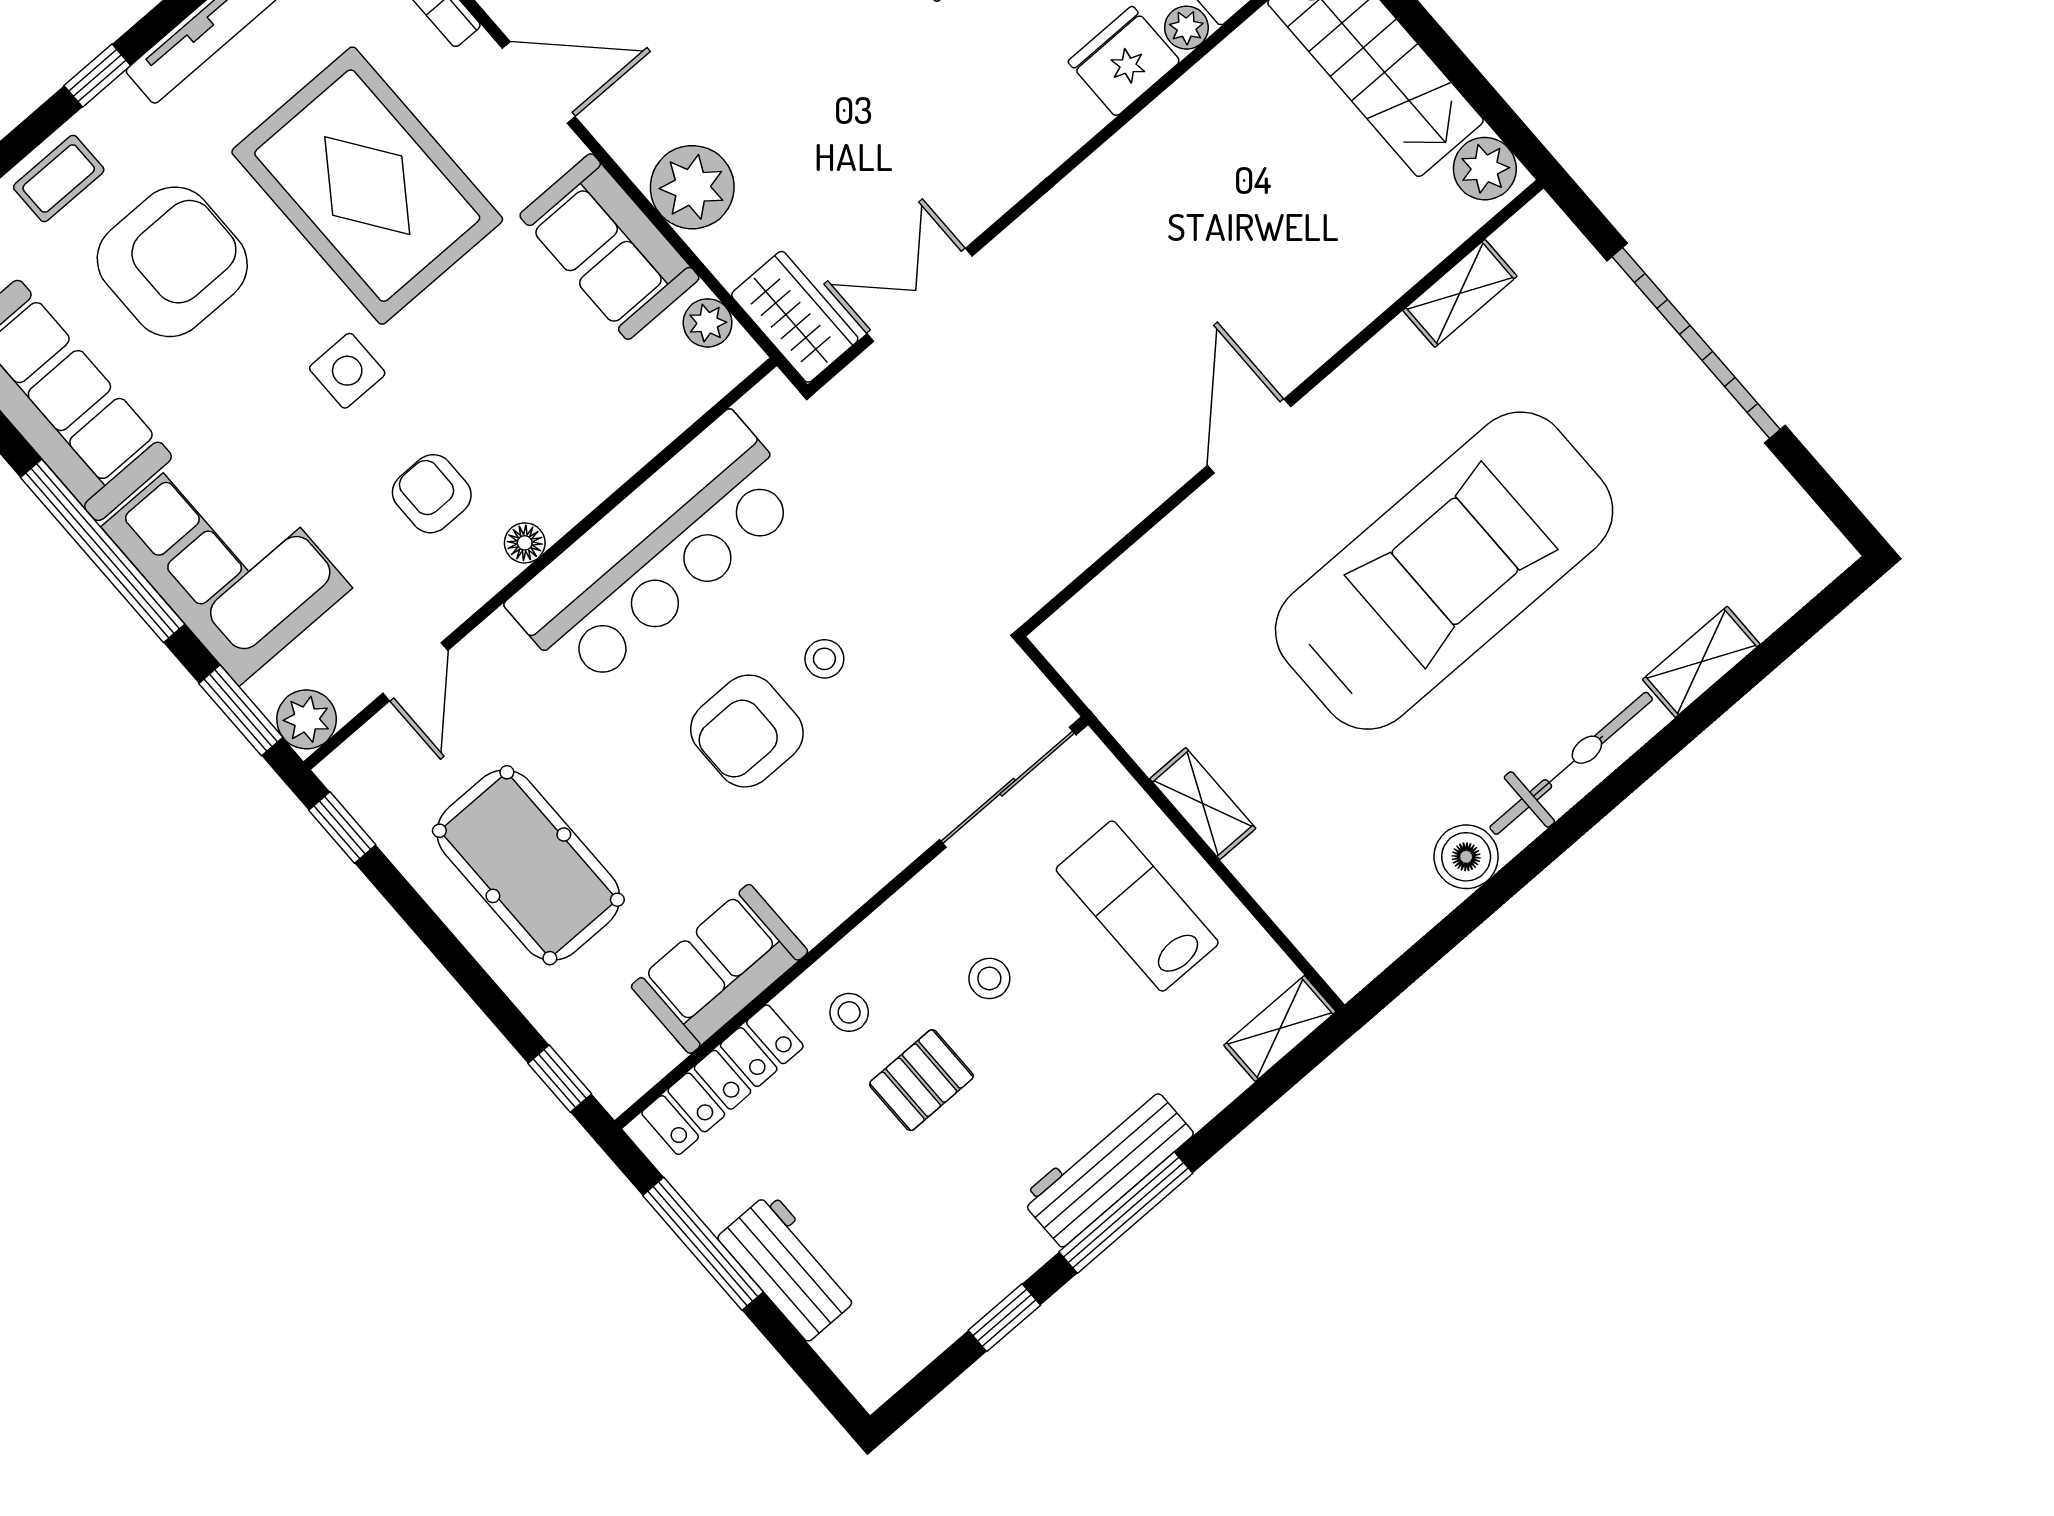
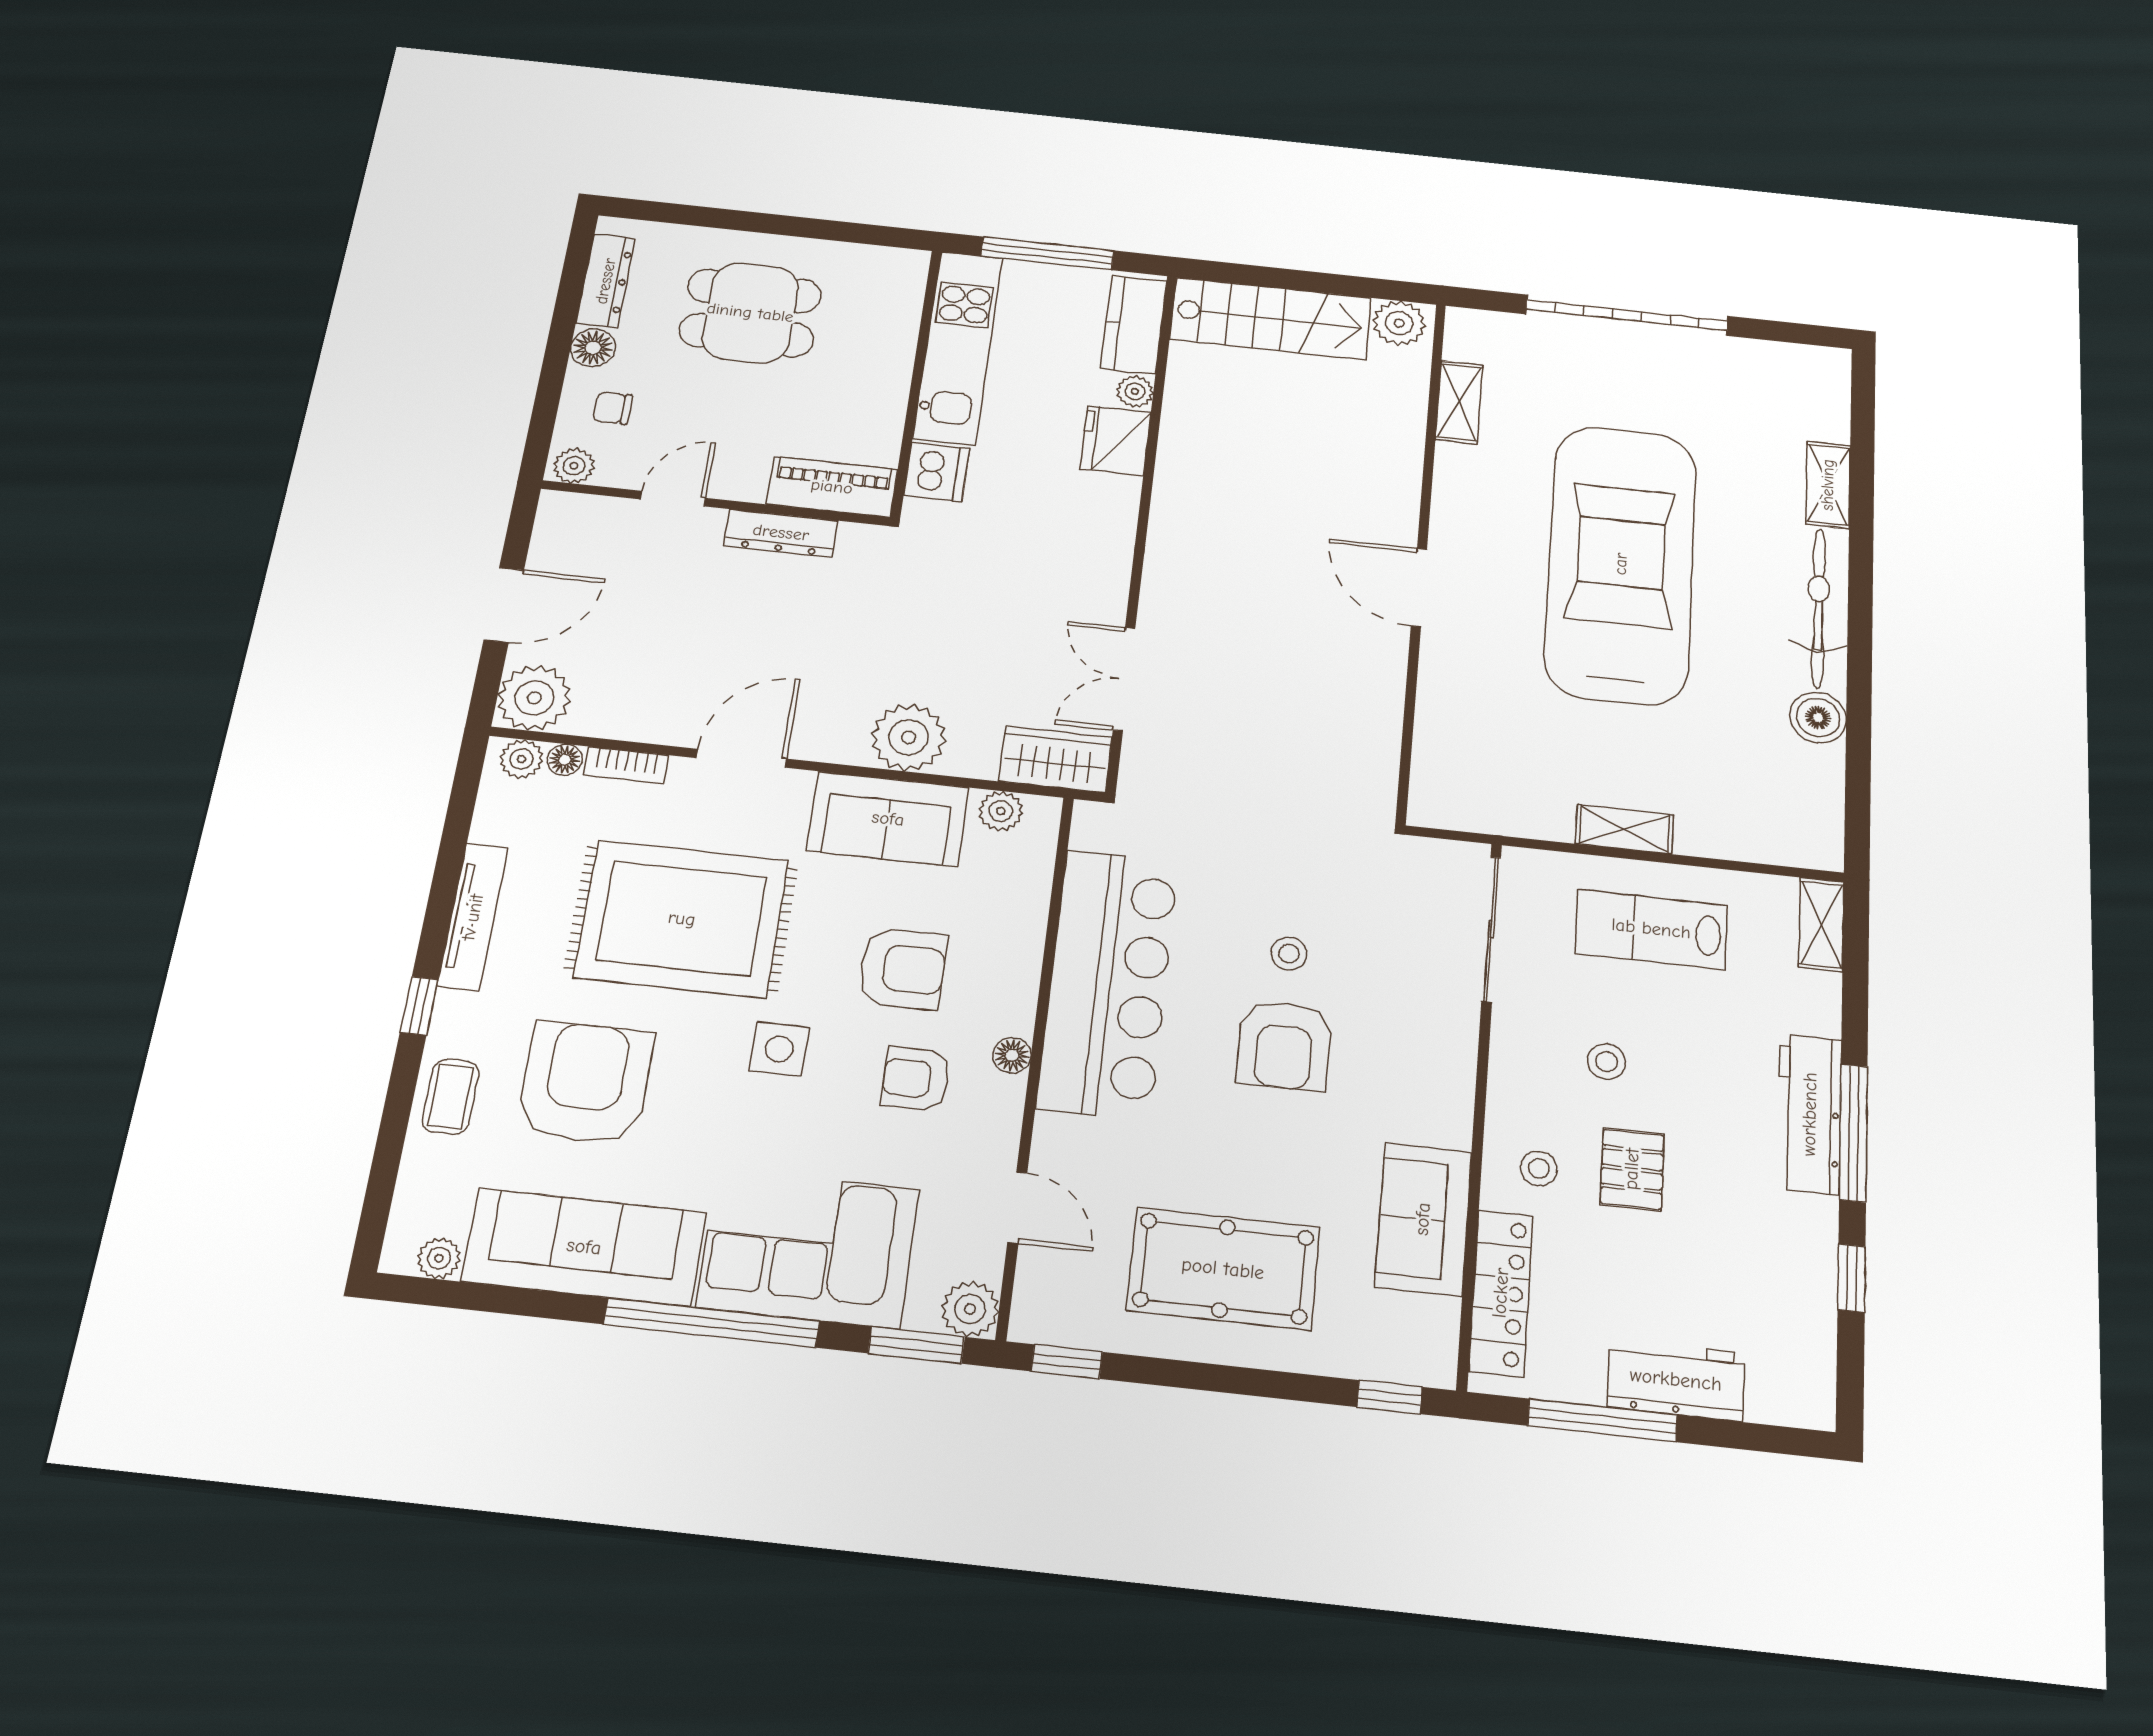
armchair: (505, 390) -> (902, 968), added

